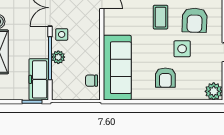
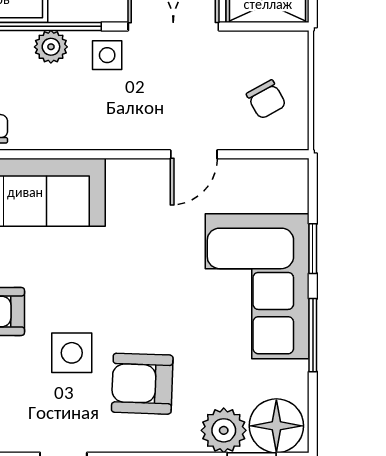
coffee table: (161, 17) -> (150, 299), removed

